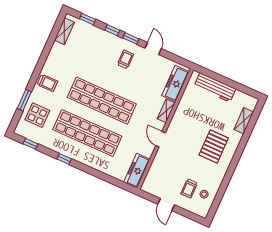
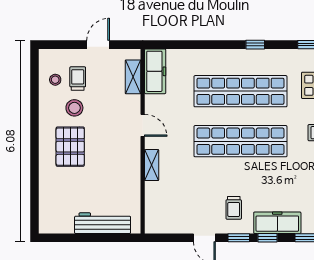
freezer: (175, 84) -> (277, 223), moved, turned -90
shelving: (244, 121) -> (133, 77), moved
stool: (200, 170) -> (74, 108), added
door: (166, 204) -> (98, 45), hinge flipped

